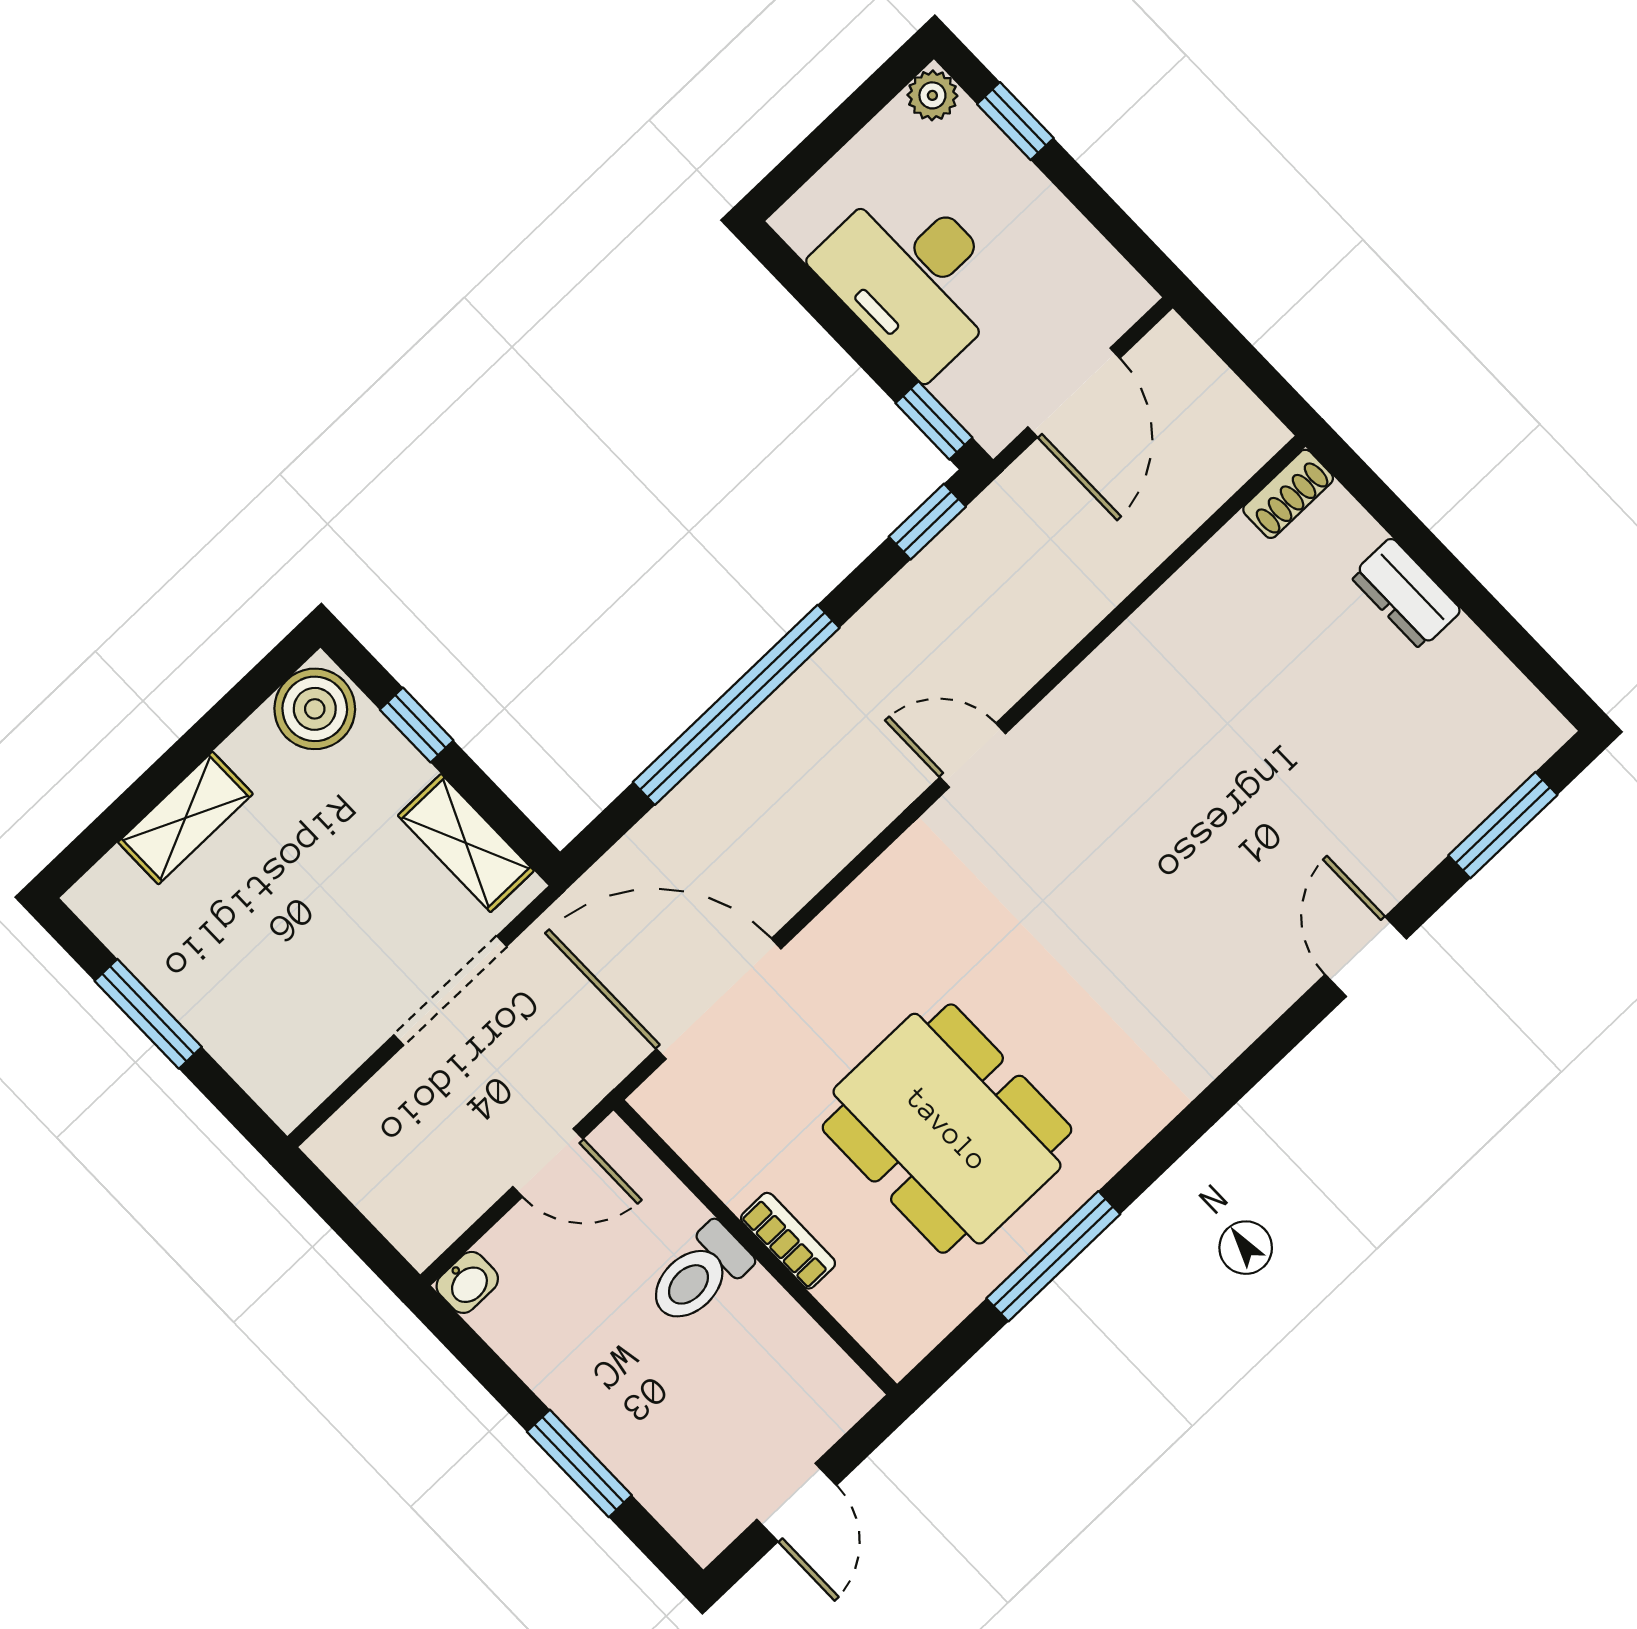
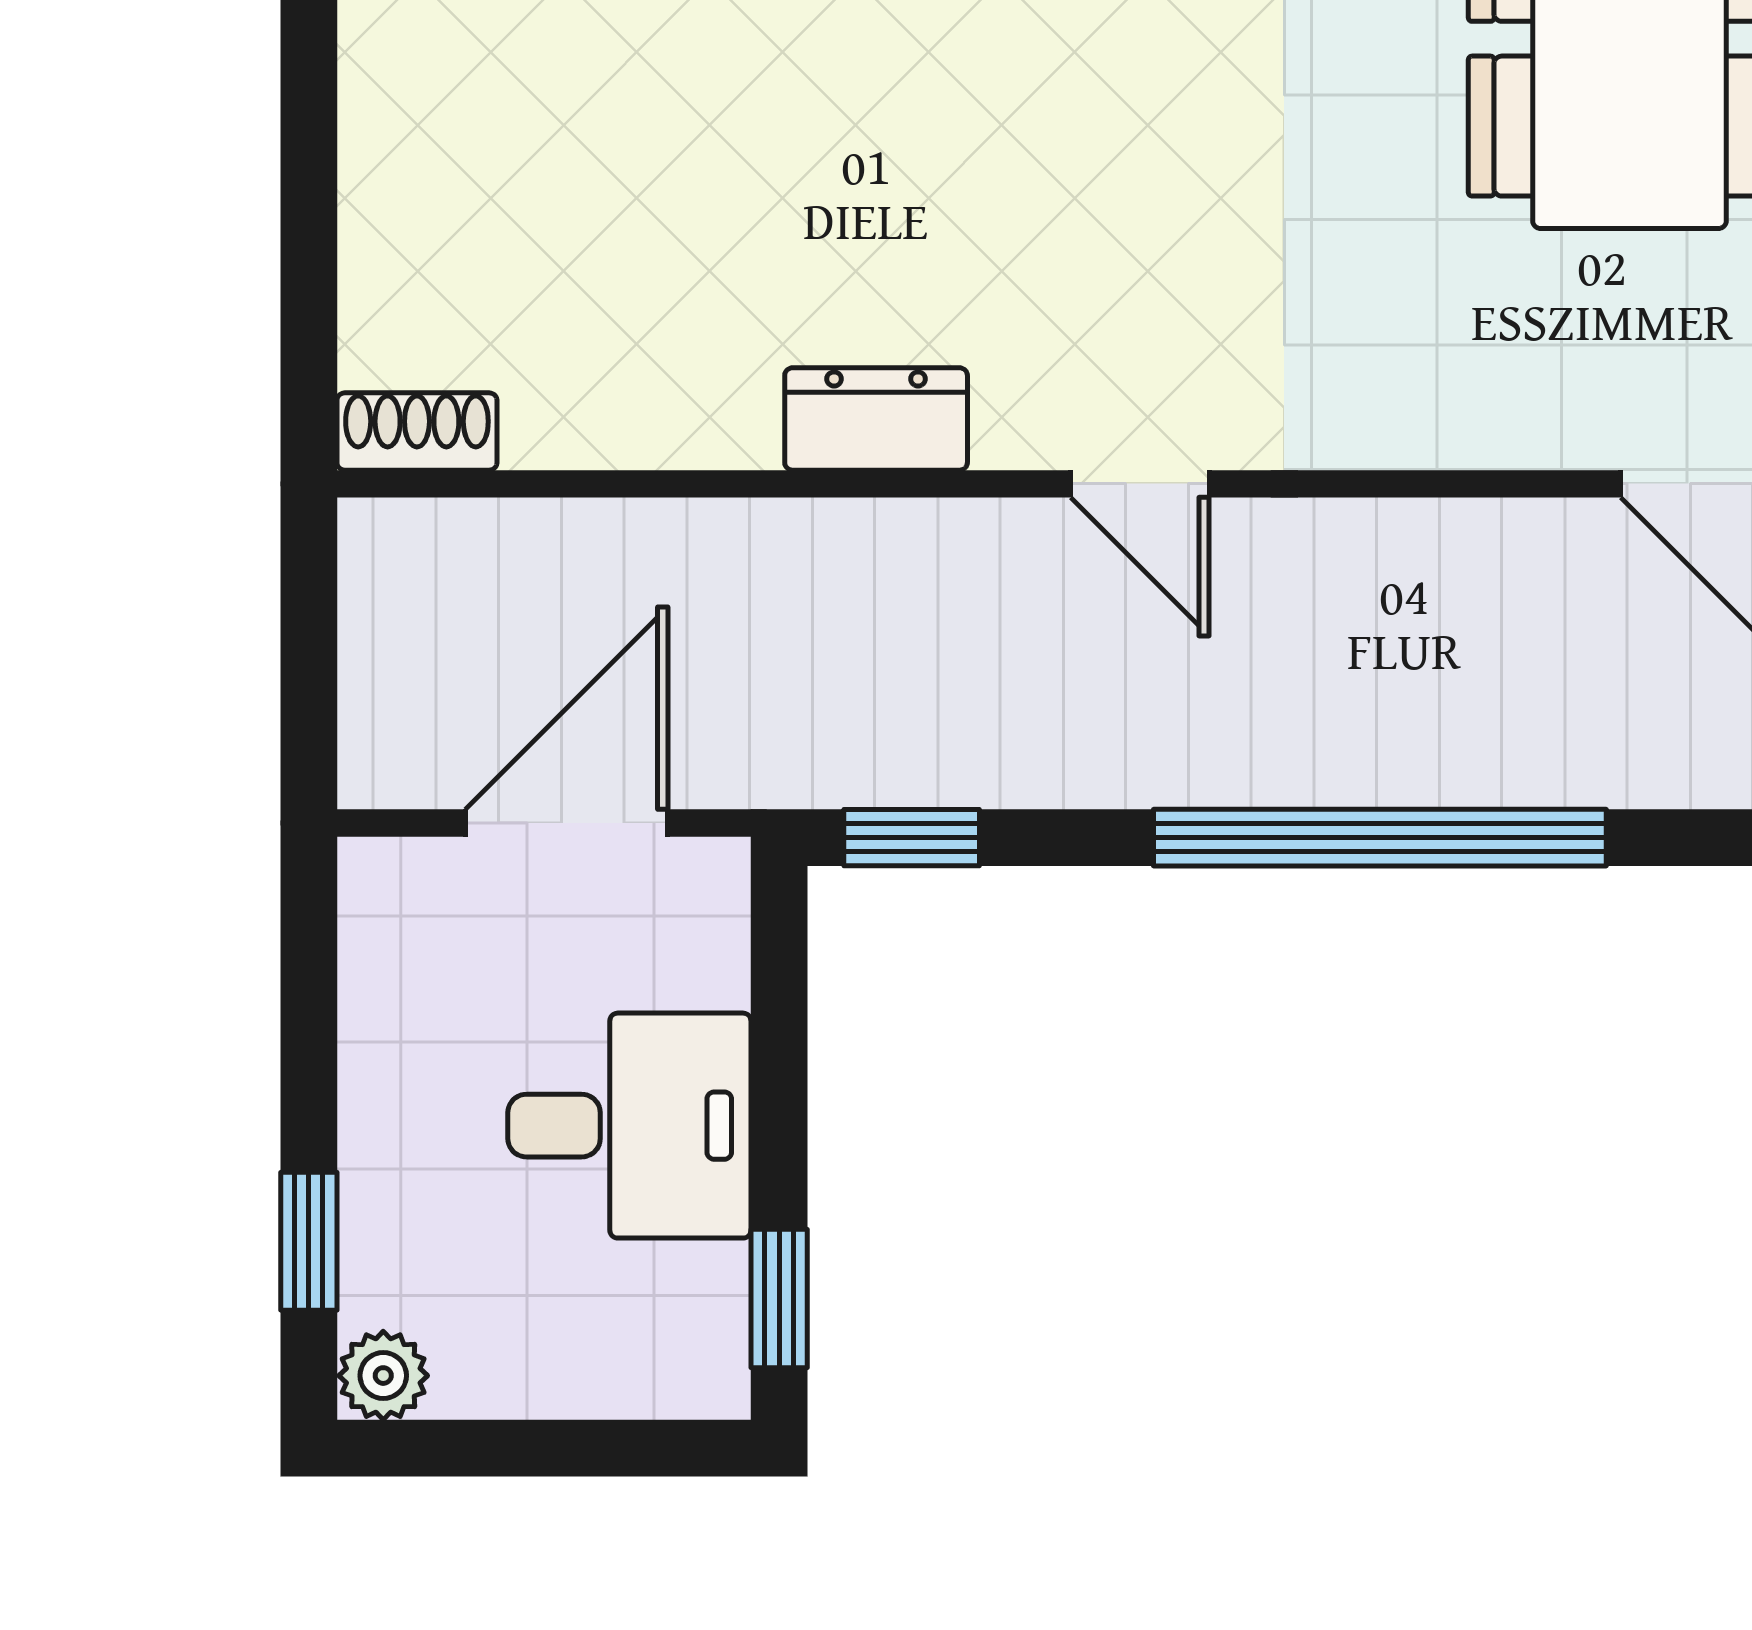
desk: (913, 277) -> (629, 1126), width x0.73
window: (934, 420) -> (779, 1299), moved
dresser: (1406, 593) -> (876, 419), moved, turned -90

